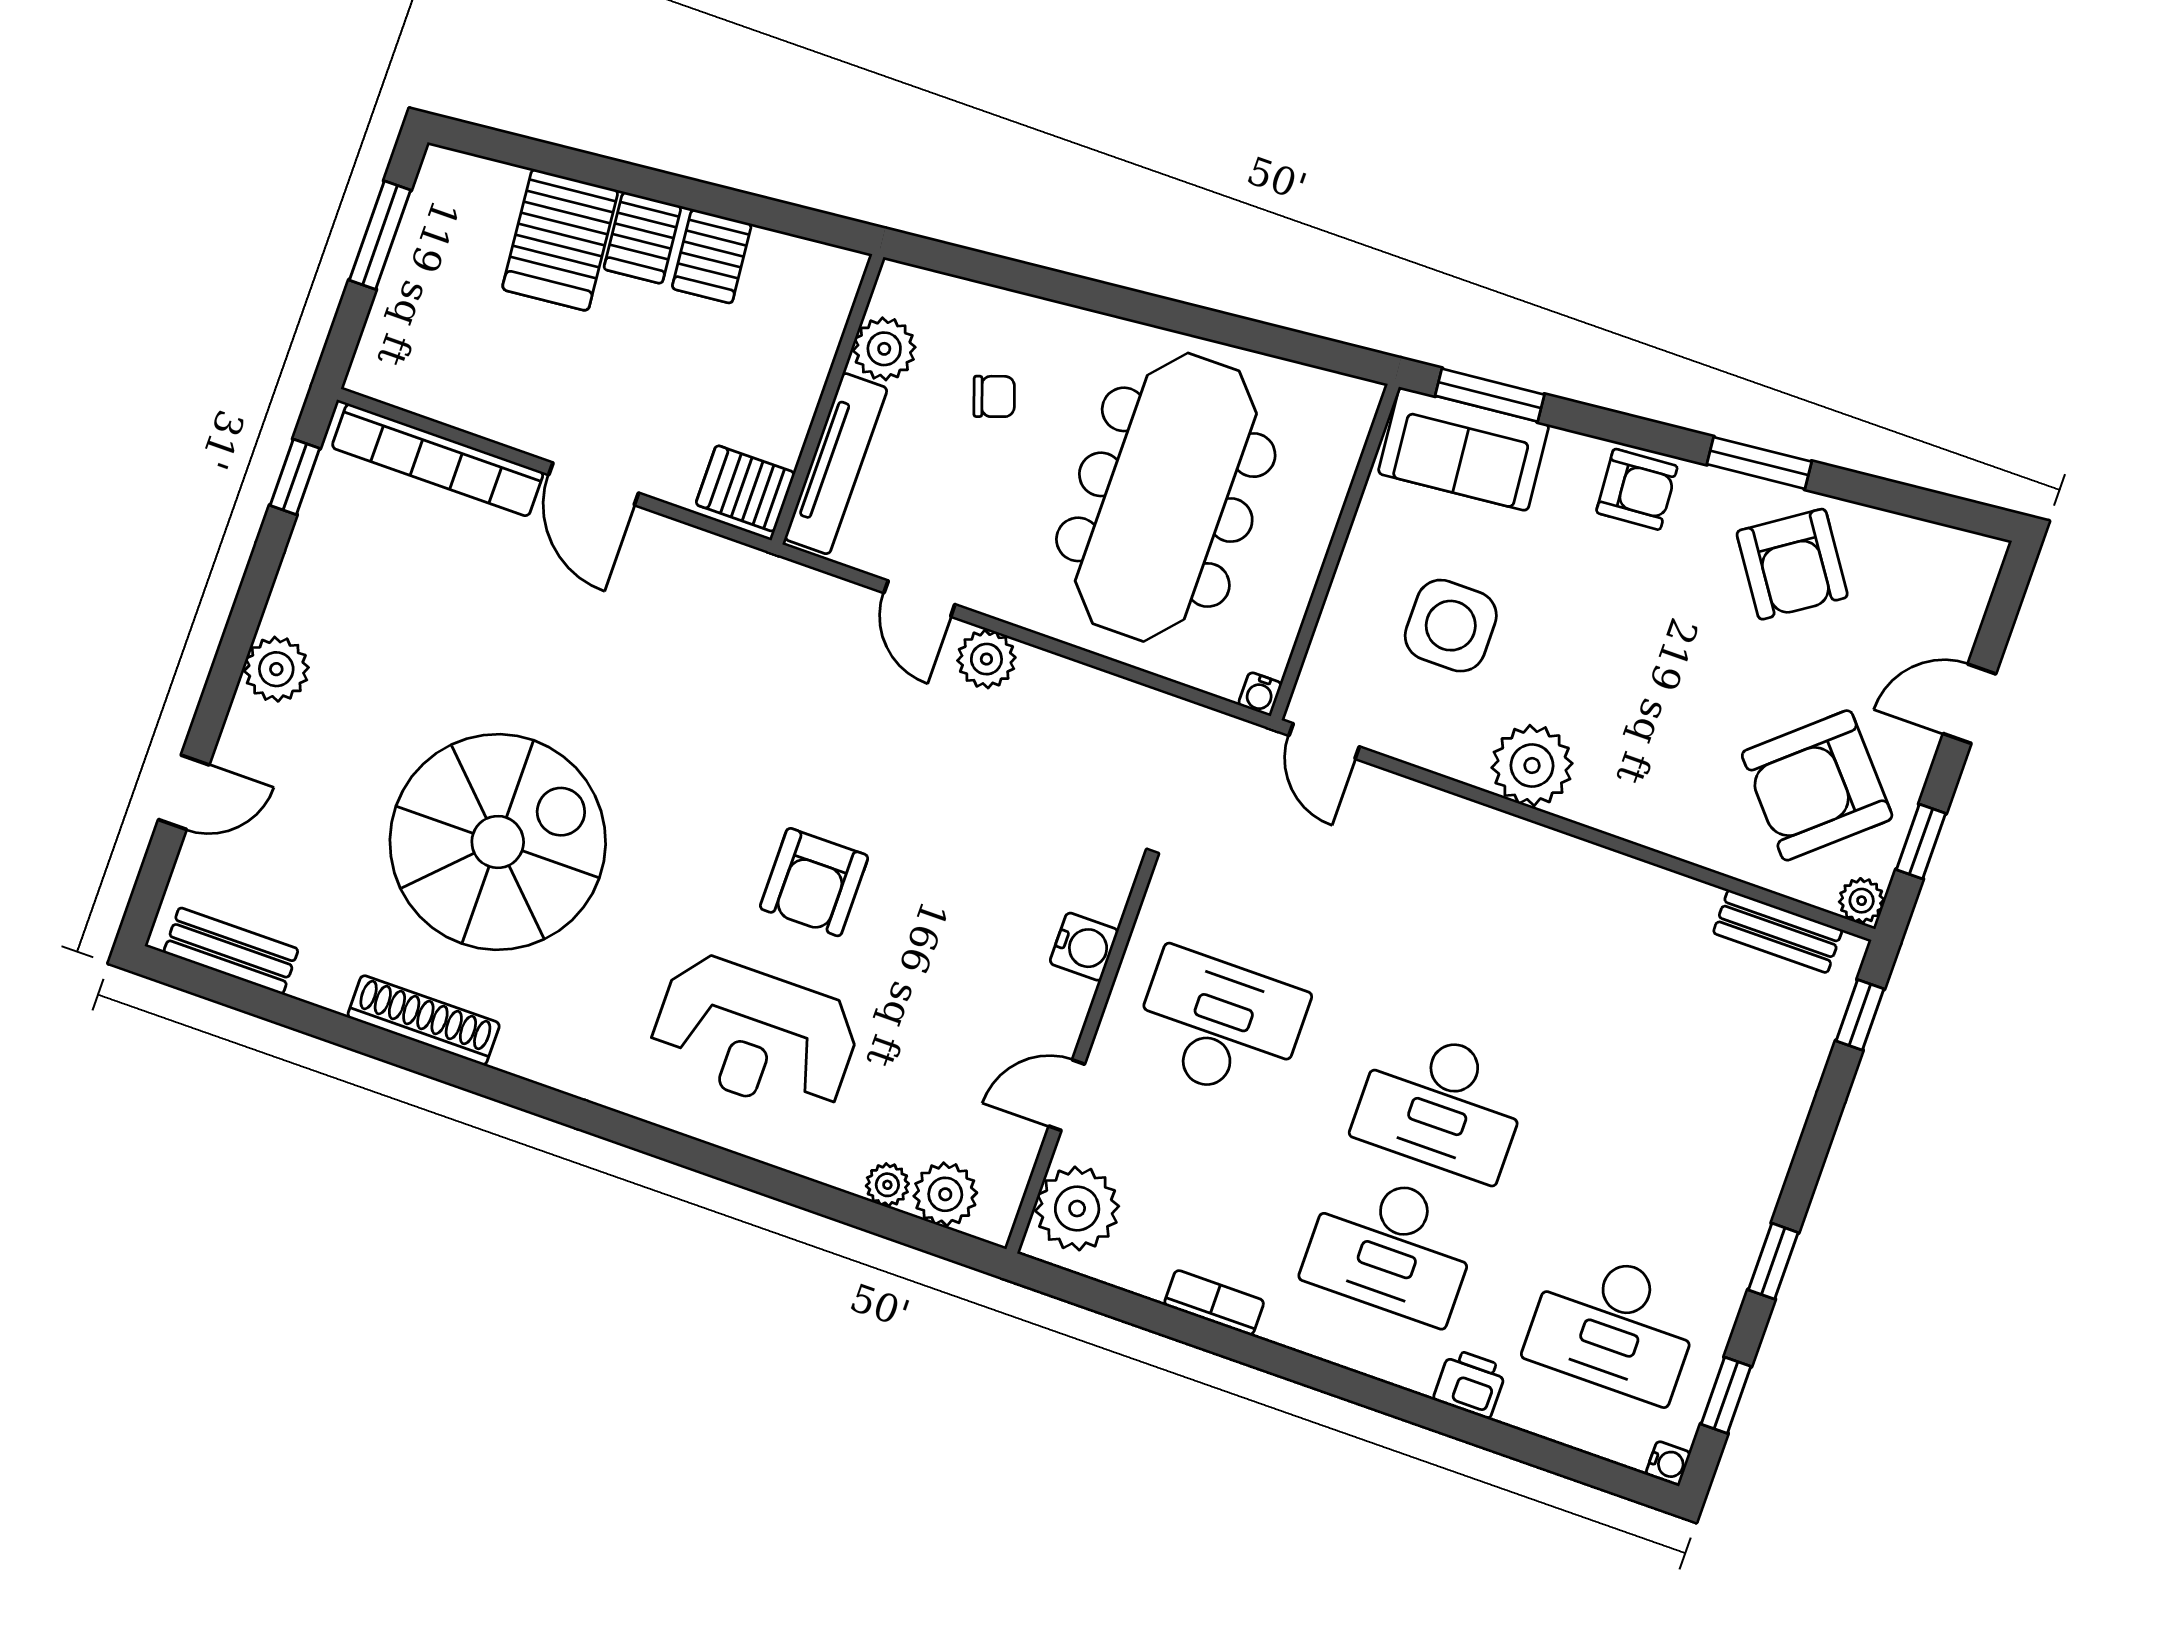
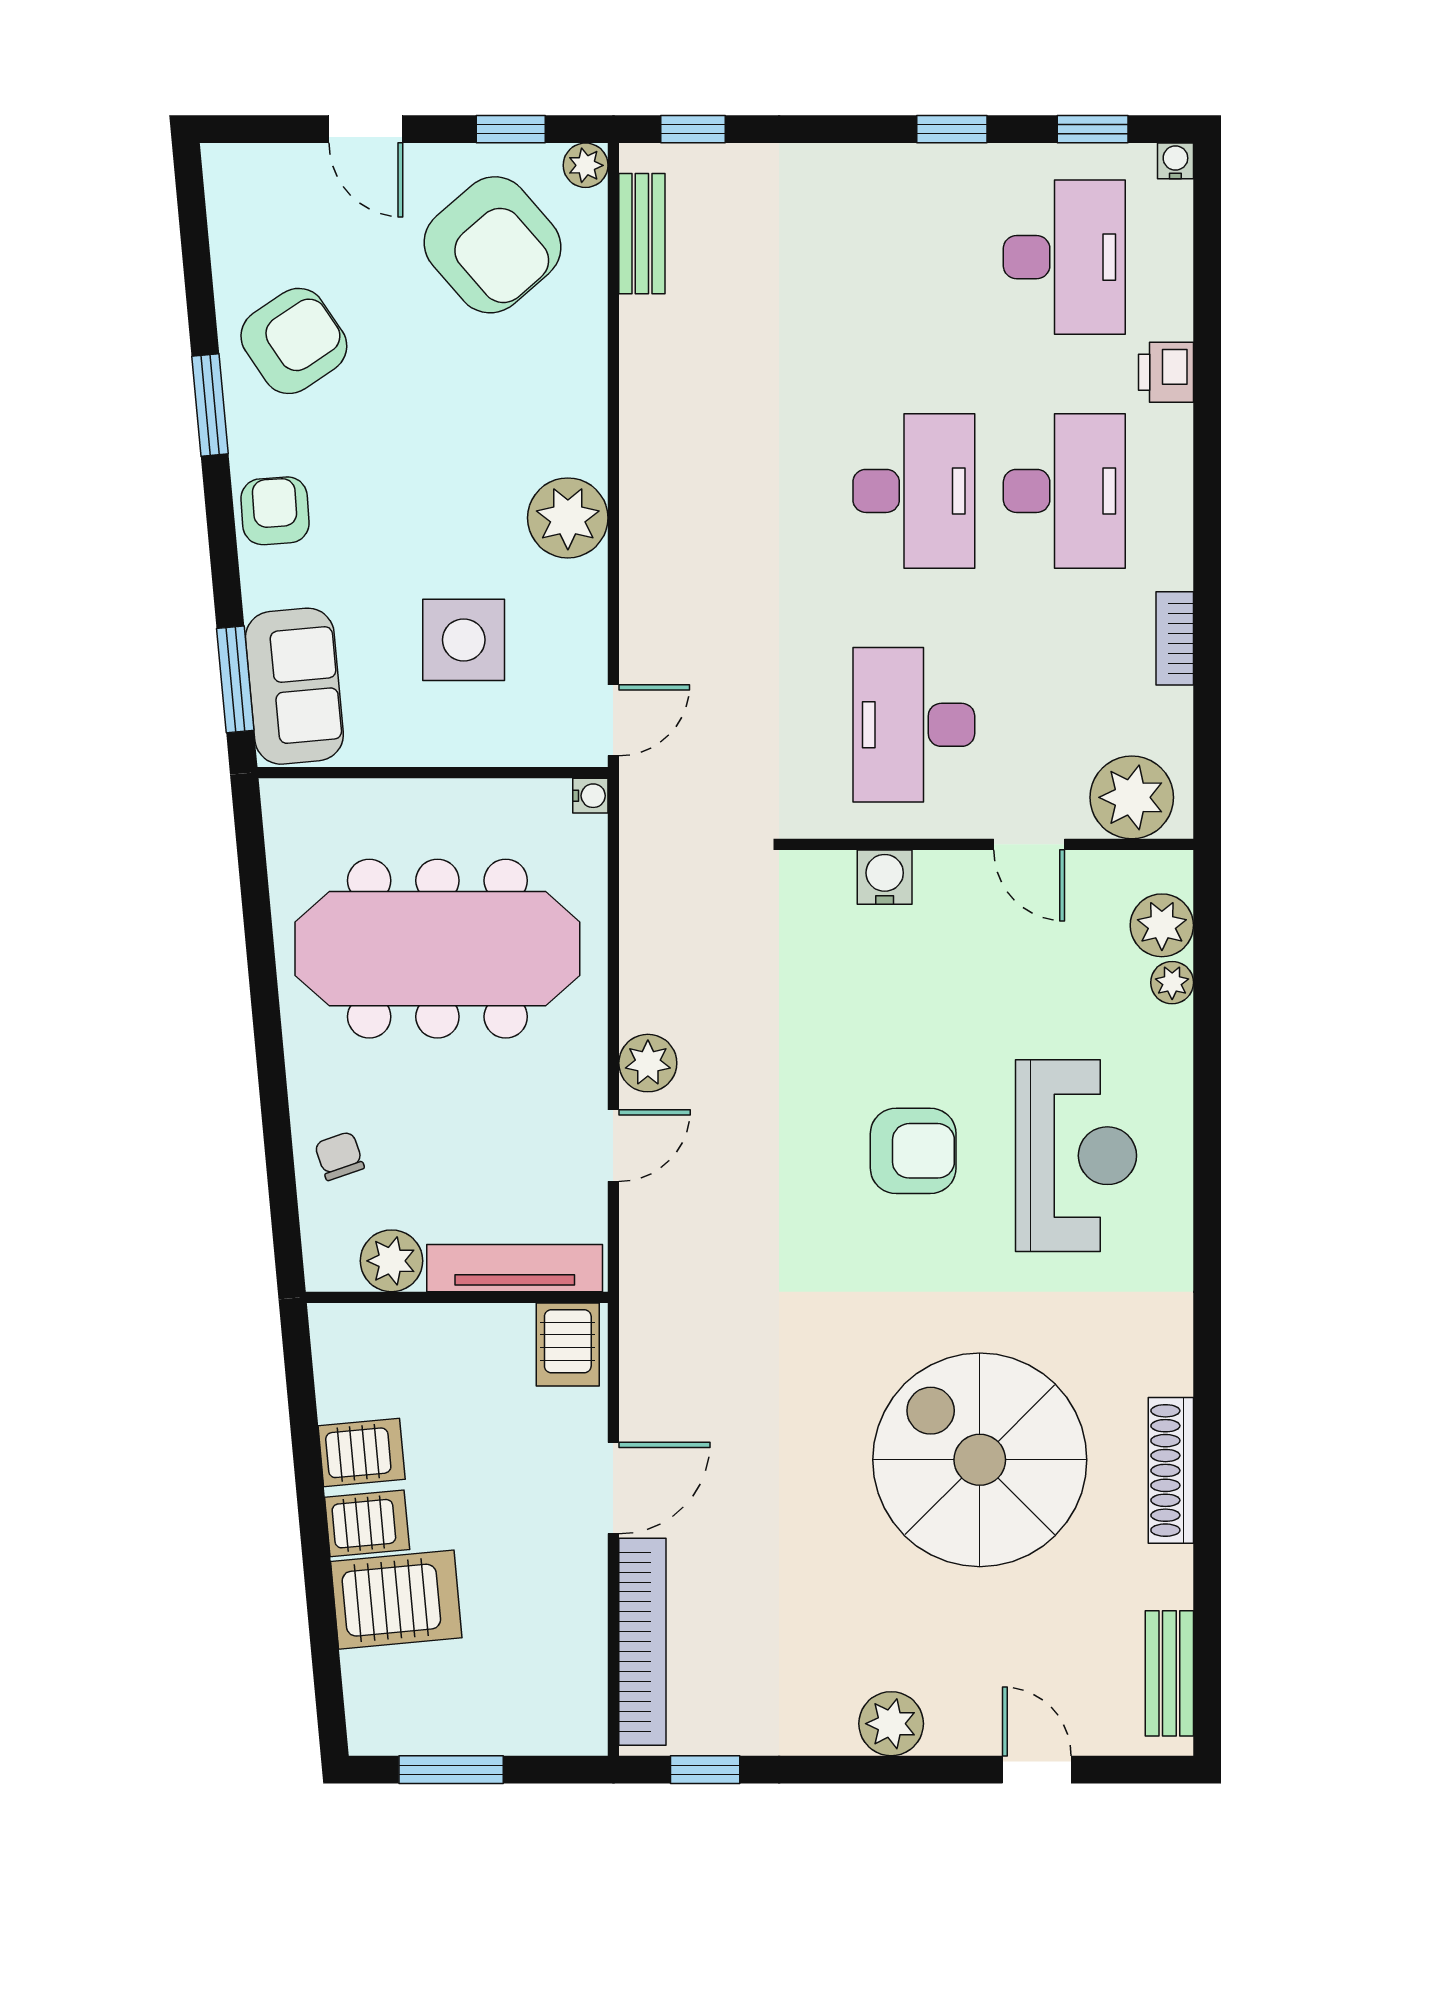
chair: (994, 396) -> (339, 1156), moved

